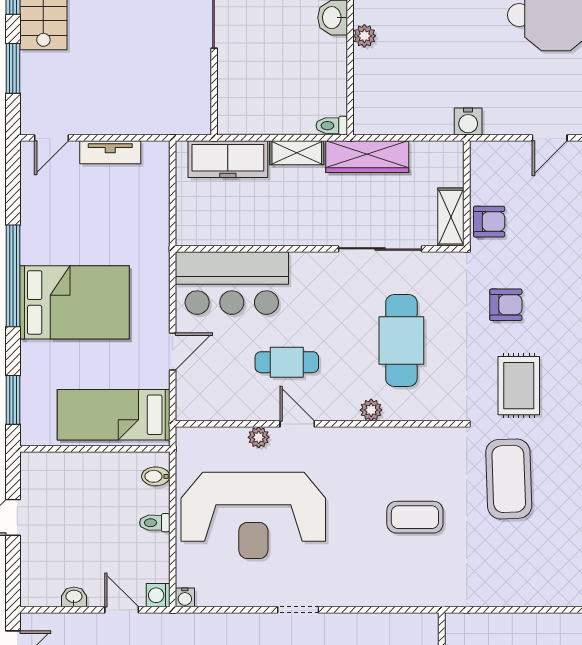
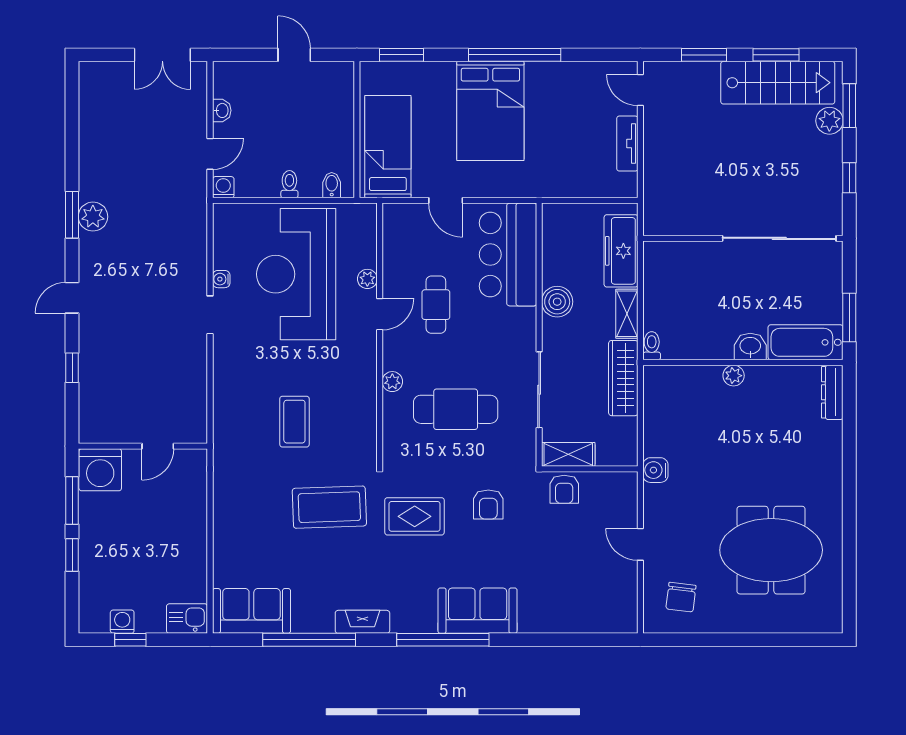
boiler: (284, 229) -> (557, 302), added
water cooler: (185, 597) -> (221, 279), moved

